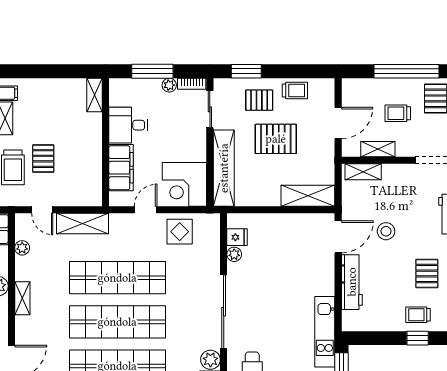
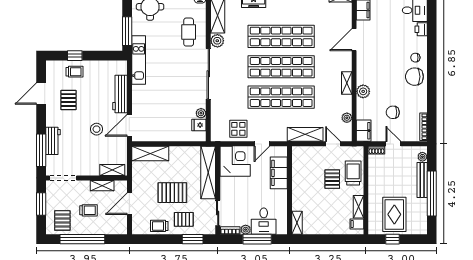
desk: (128, 125) -> (264, 221), moved, turned 90

